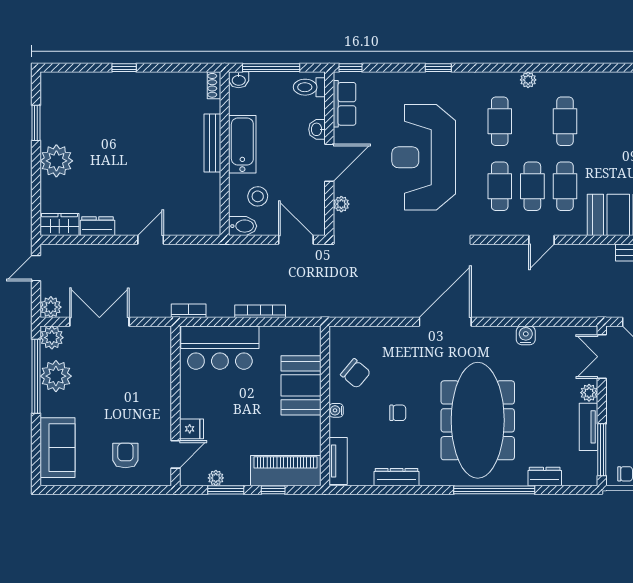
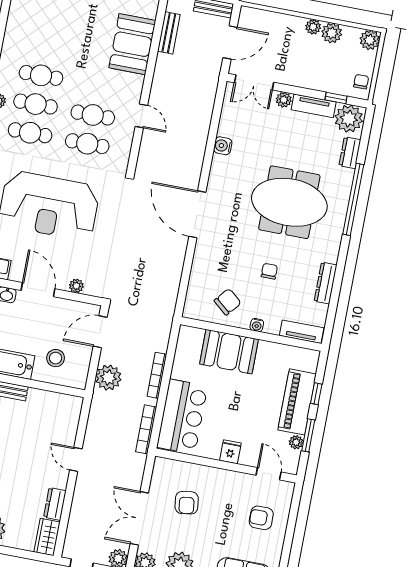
cafe table: (565, 186) -> (36, 104), moved
bidet: (243, 226) -> (79, 376), removed
plant: (247, 258) -> (108, 378), added
bookcase: (189, 311) -> (146, 429), width x1.56
armchair: (126, 371) -> (187, 503), added
meeting table: (478, 420) -> (289, 202), width x0.73
fridge: (192, 429) -> (230, 452), moved
window: (602, 450) -> (336, 98), width x0.46
plant: (582, 468) -> (349, 119), added
piano: (285, 471) -> (297, 402), moved

